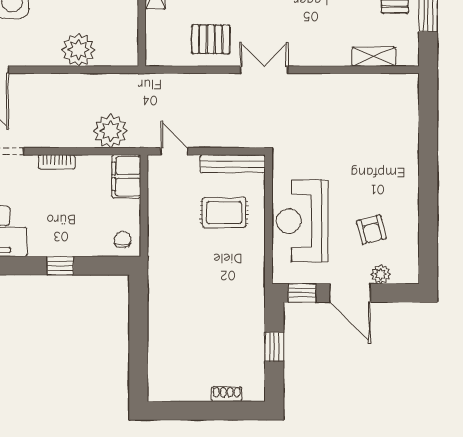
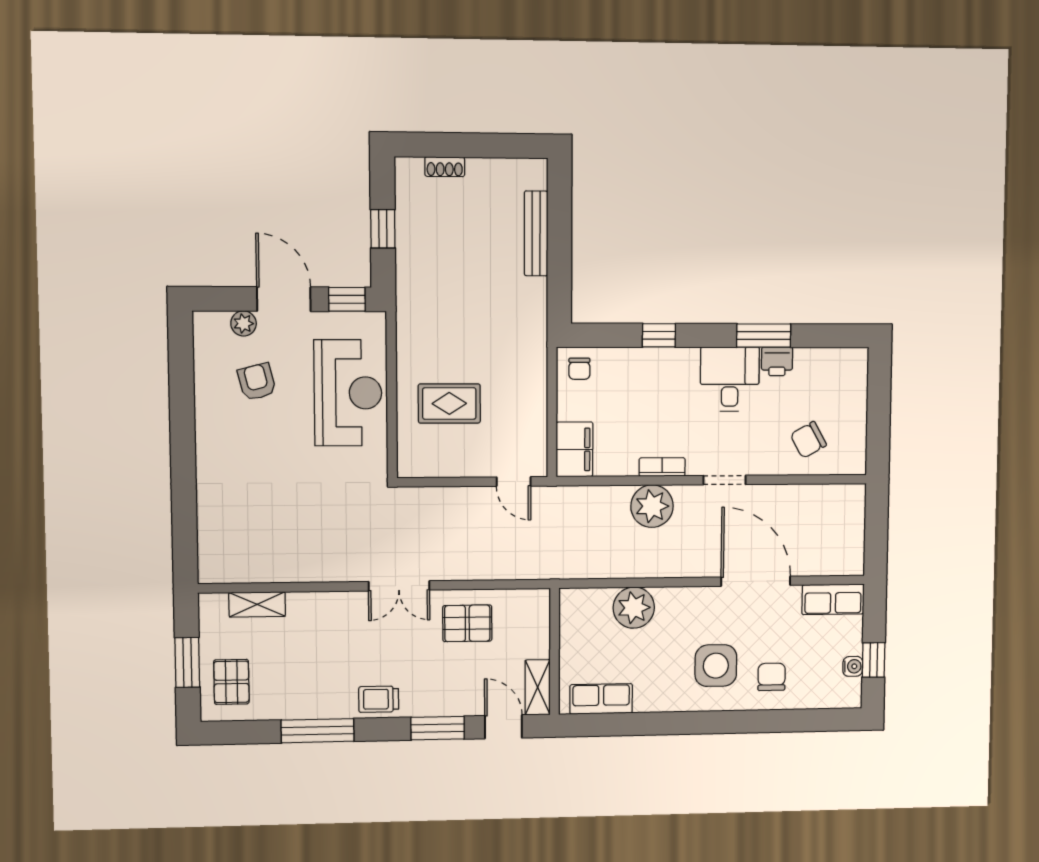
plant: (111, 131) -> (652, 506), moved
bench: (233, 164) -> (536, 233), moved, turned 90

